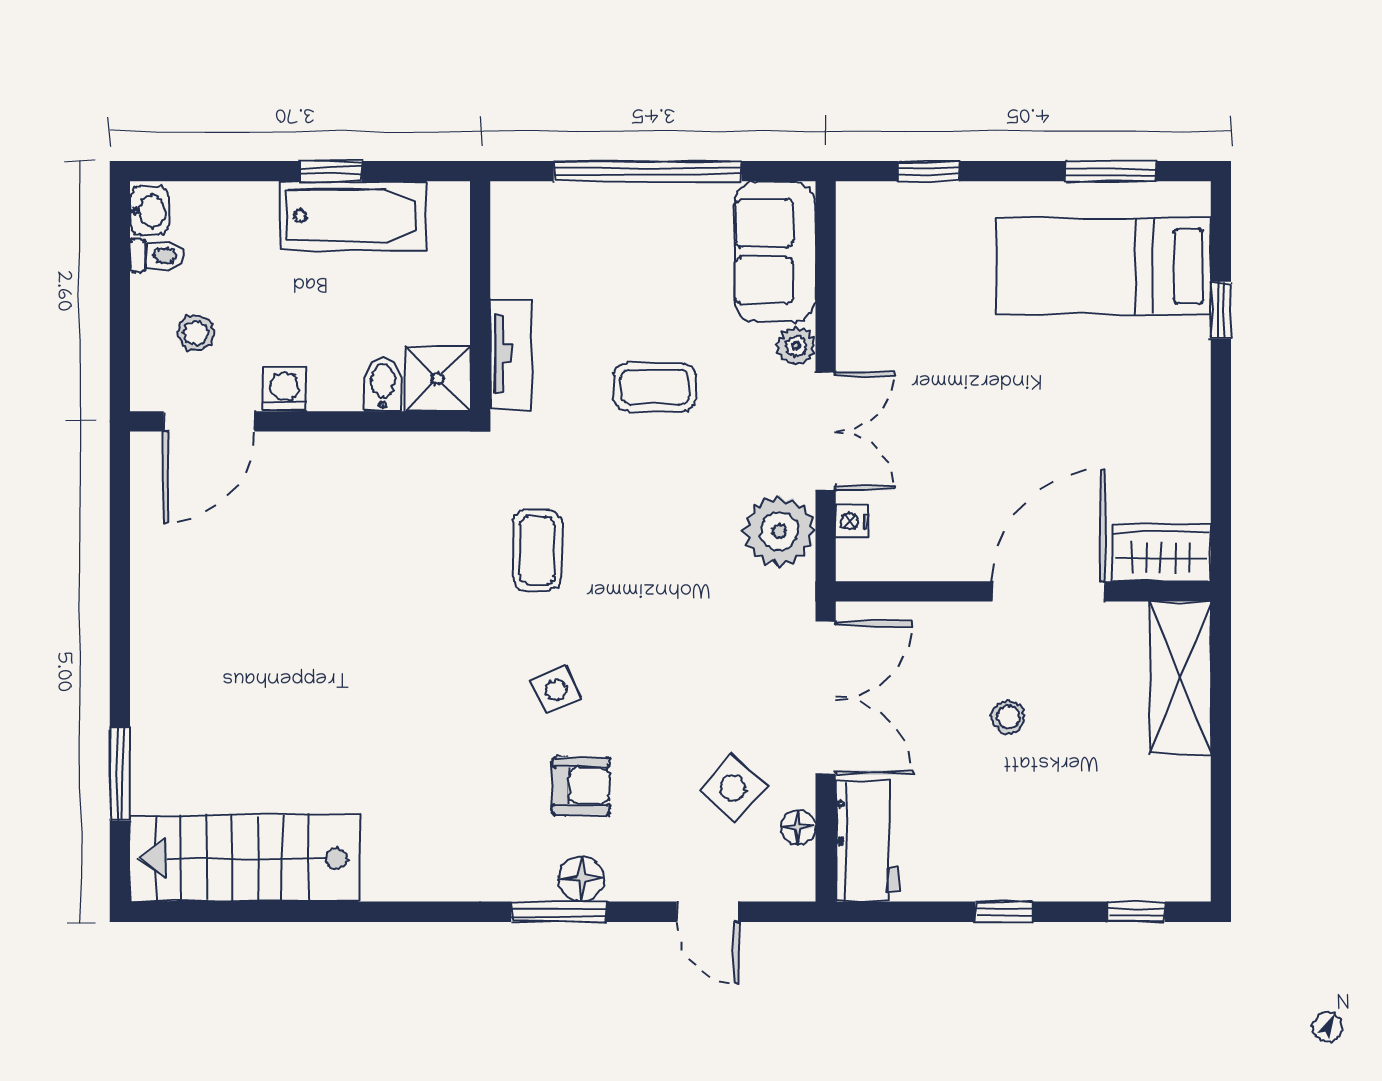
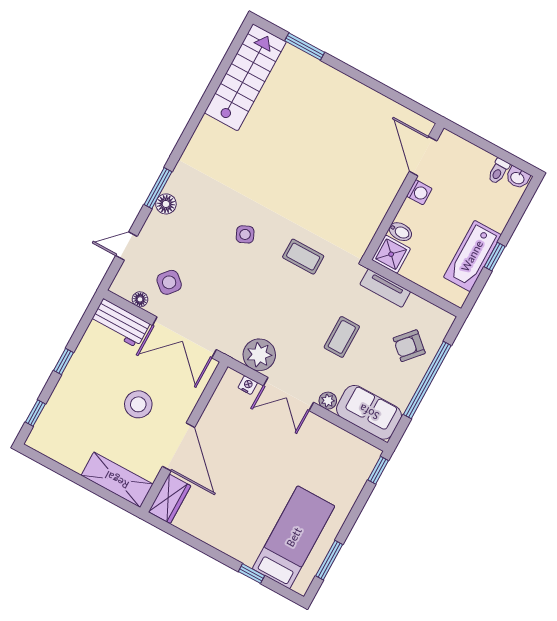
window: (929, 171) -> (378, 470), moved
stool: (196, 333) -> (460, 170), removed
stool: (1008, 717) -> (138, 404), width x1.89, depth x1.89
armchair: (581, 786) -> (409, 346), moved, turned 42

